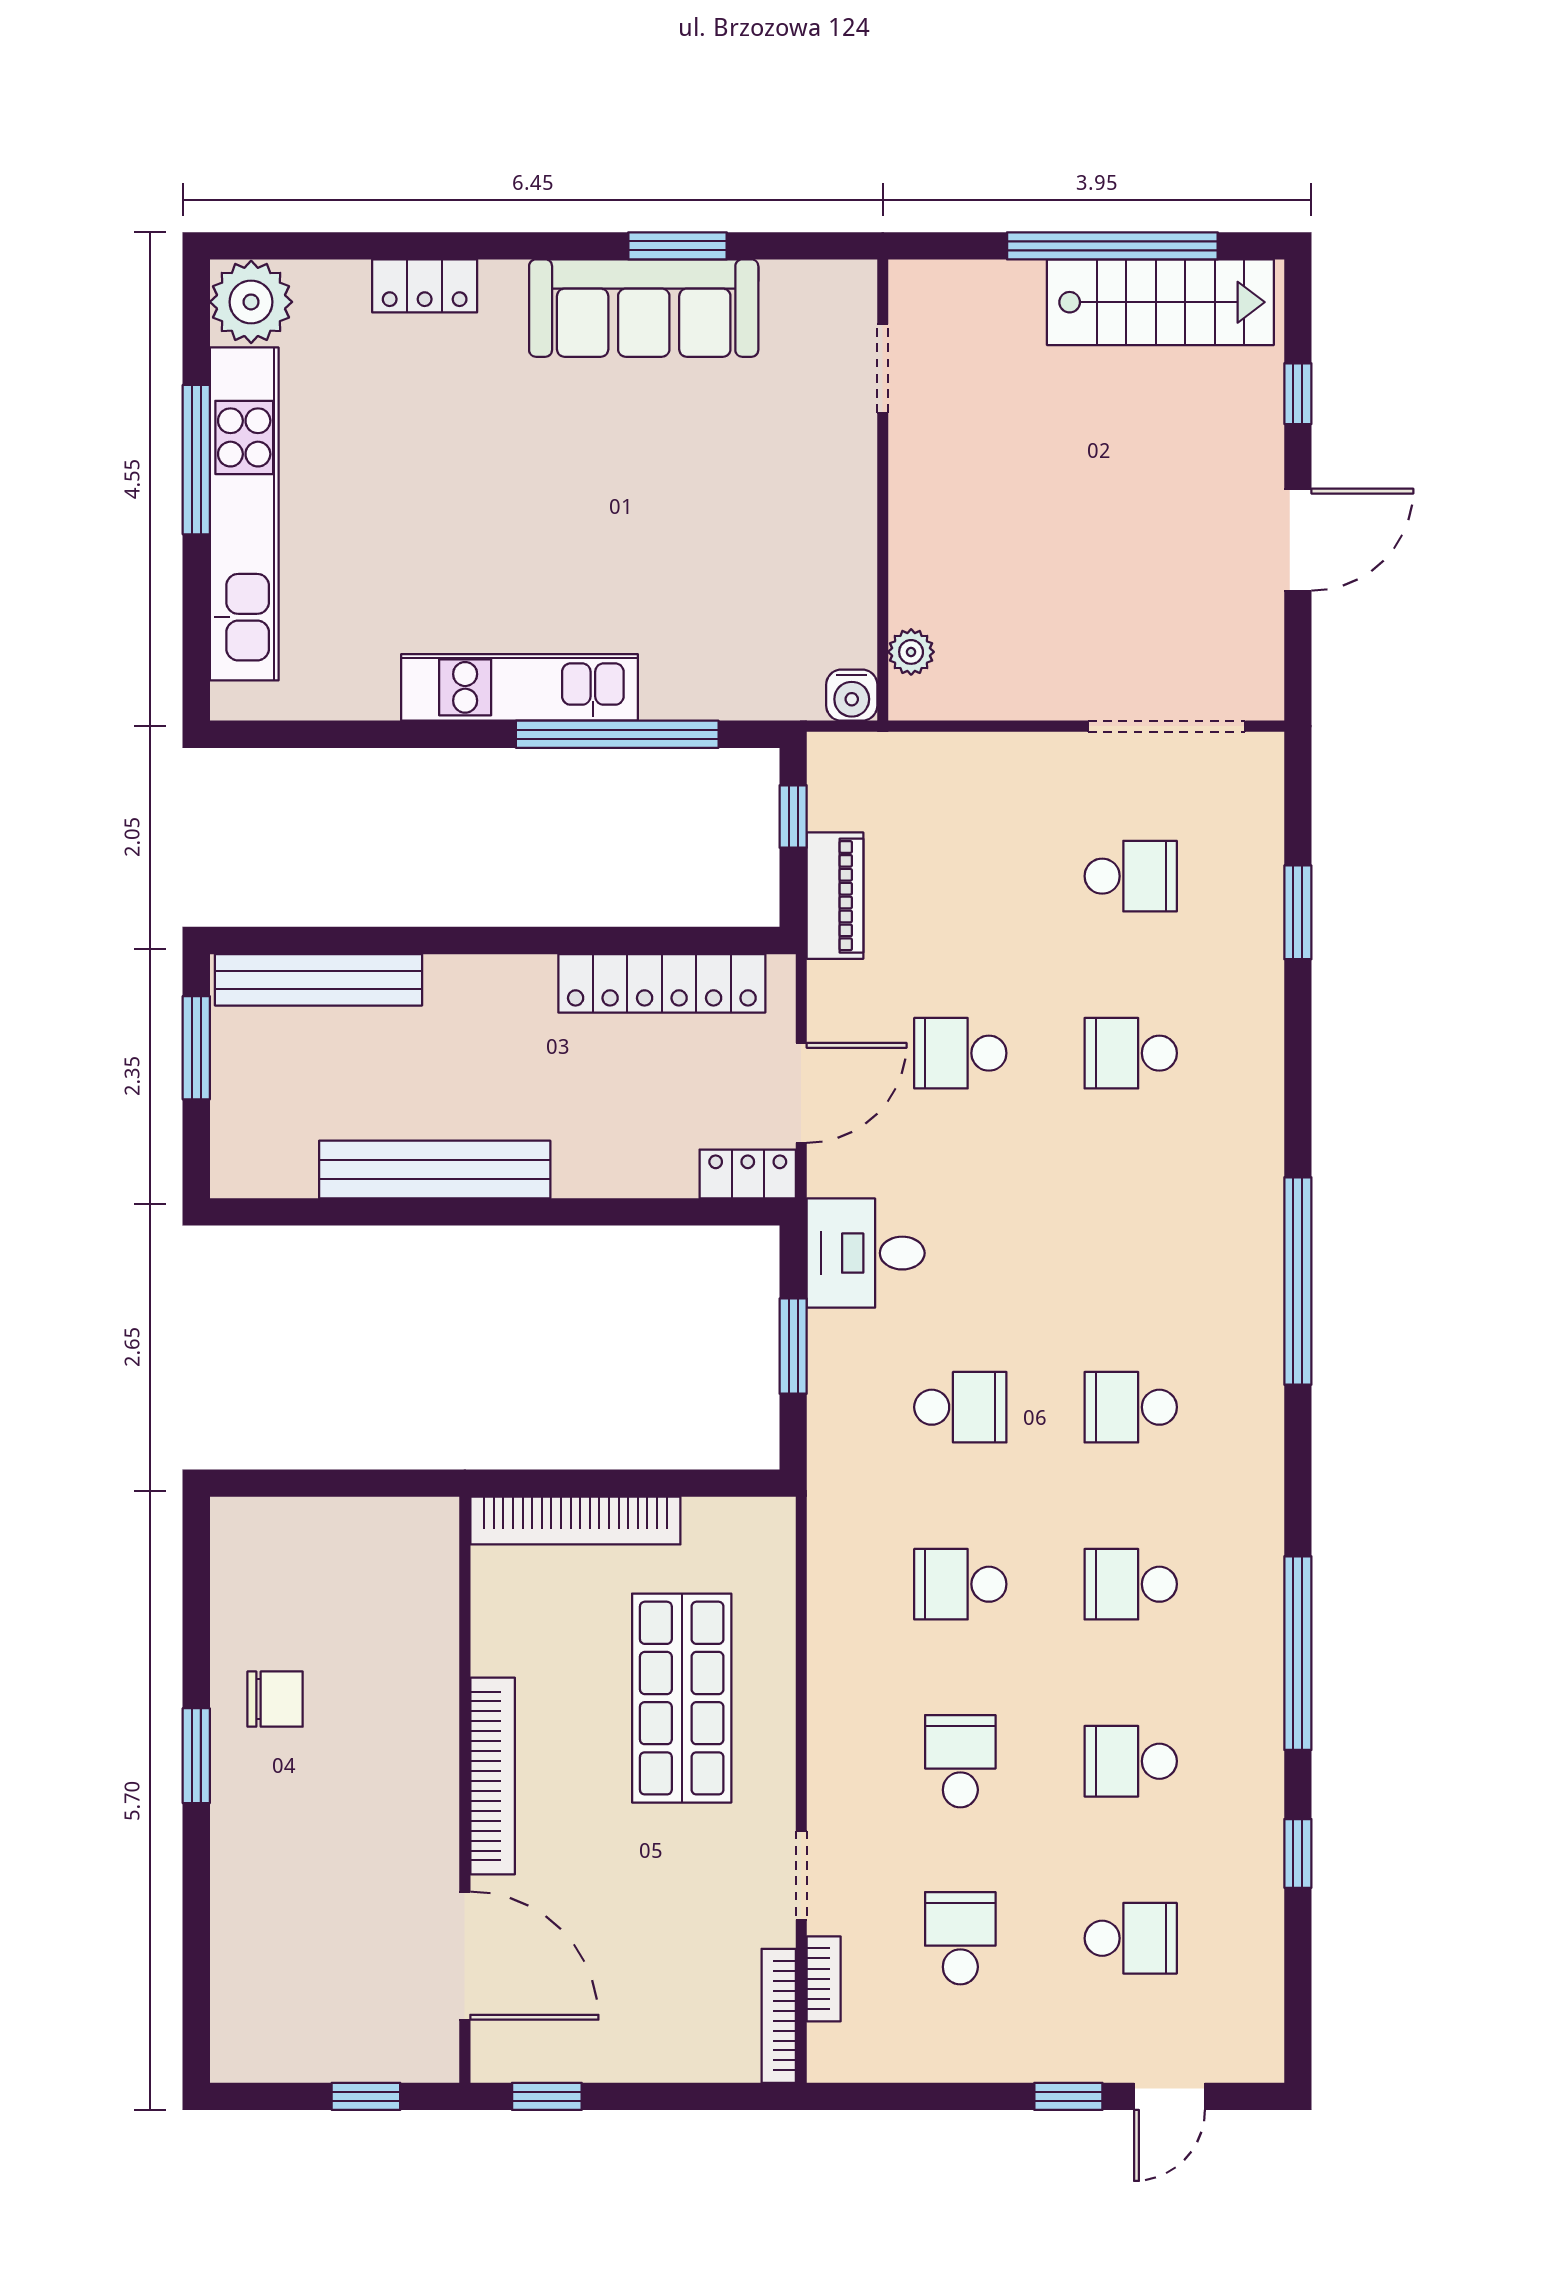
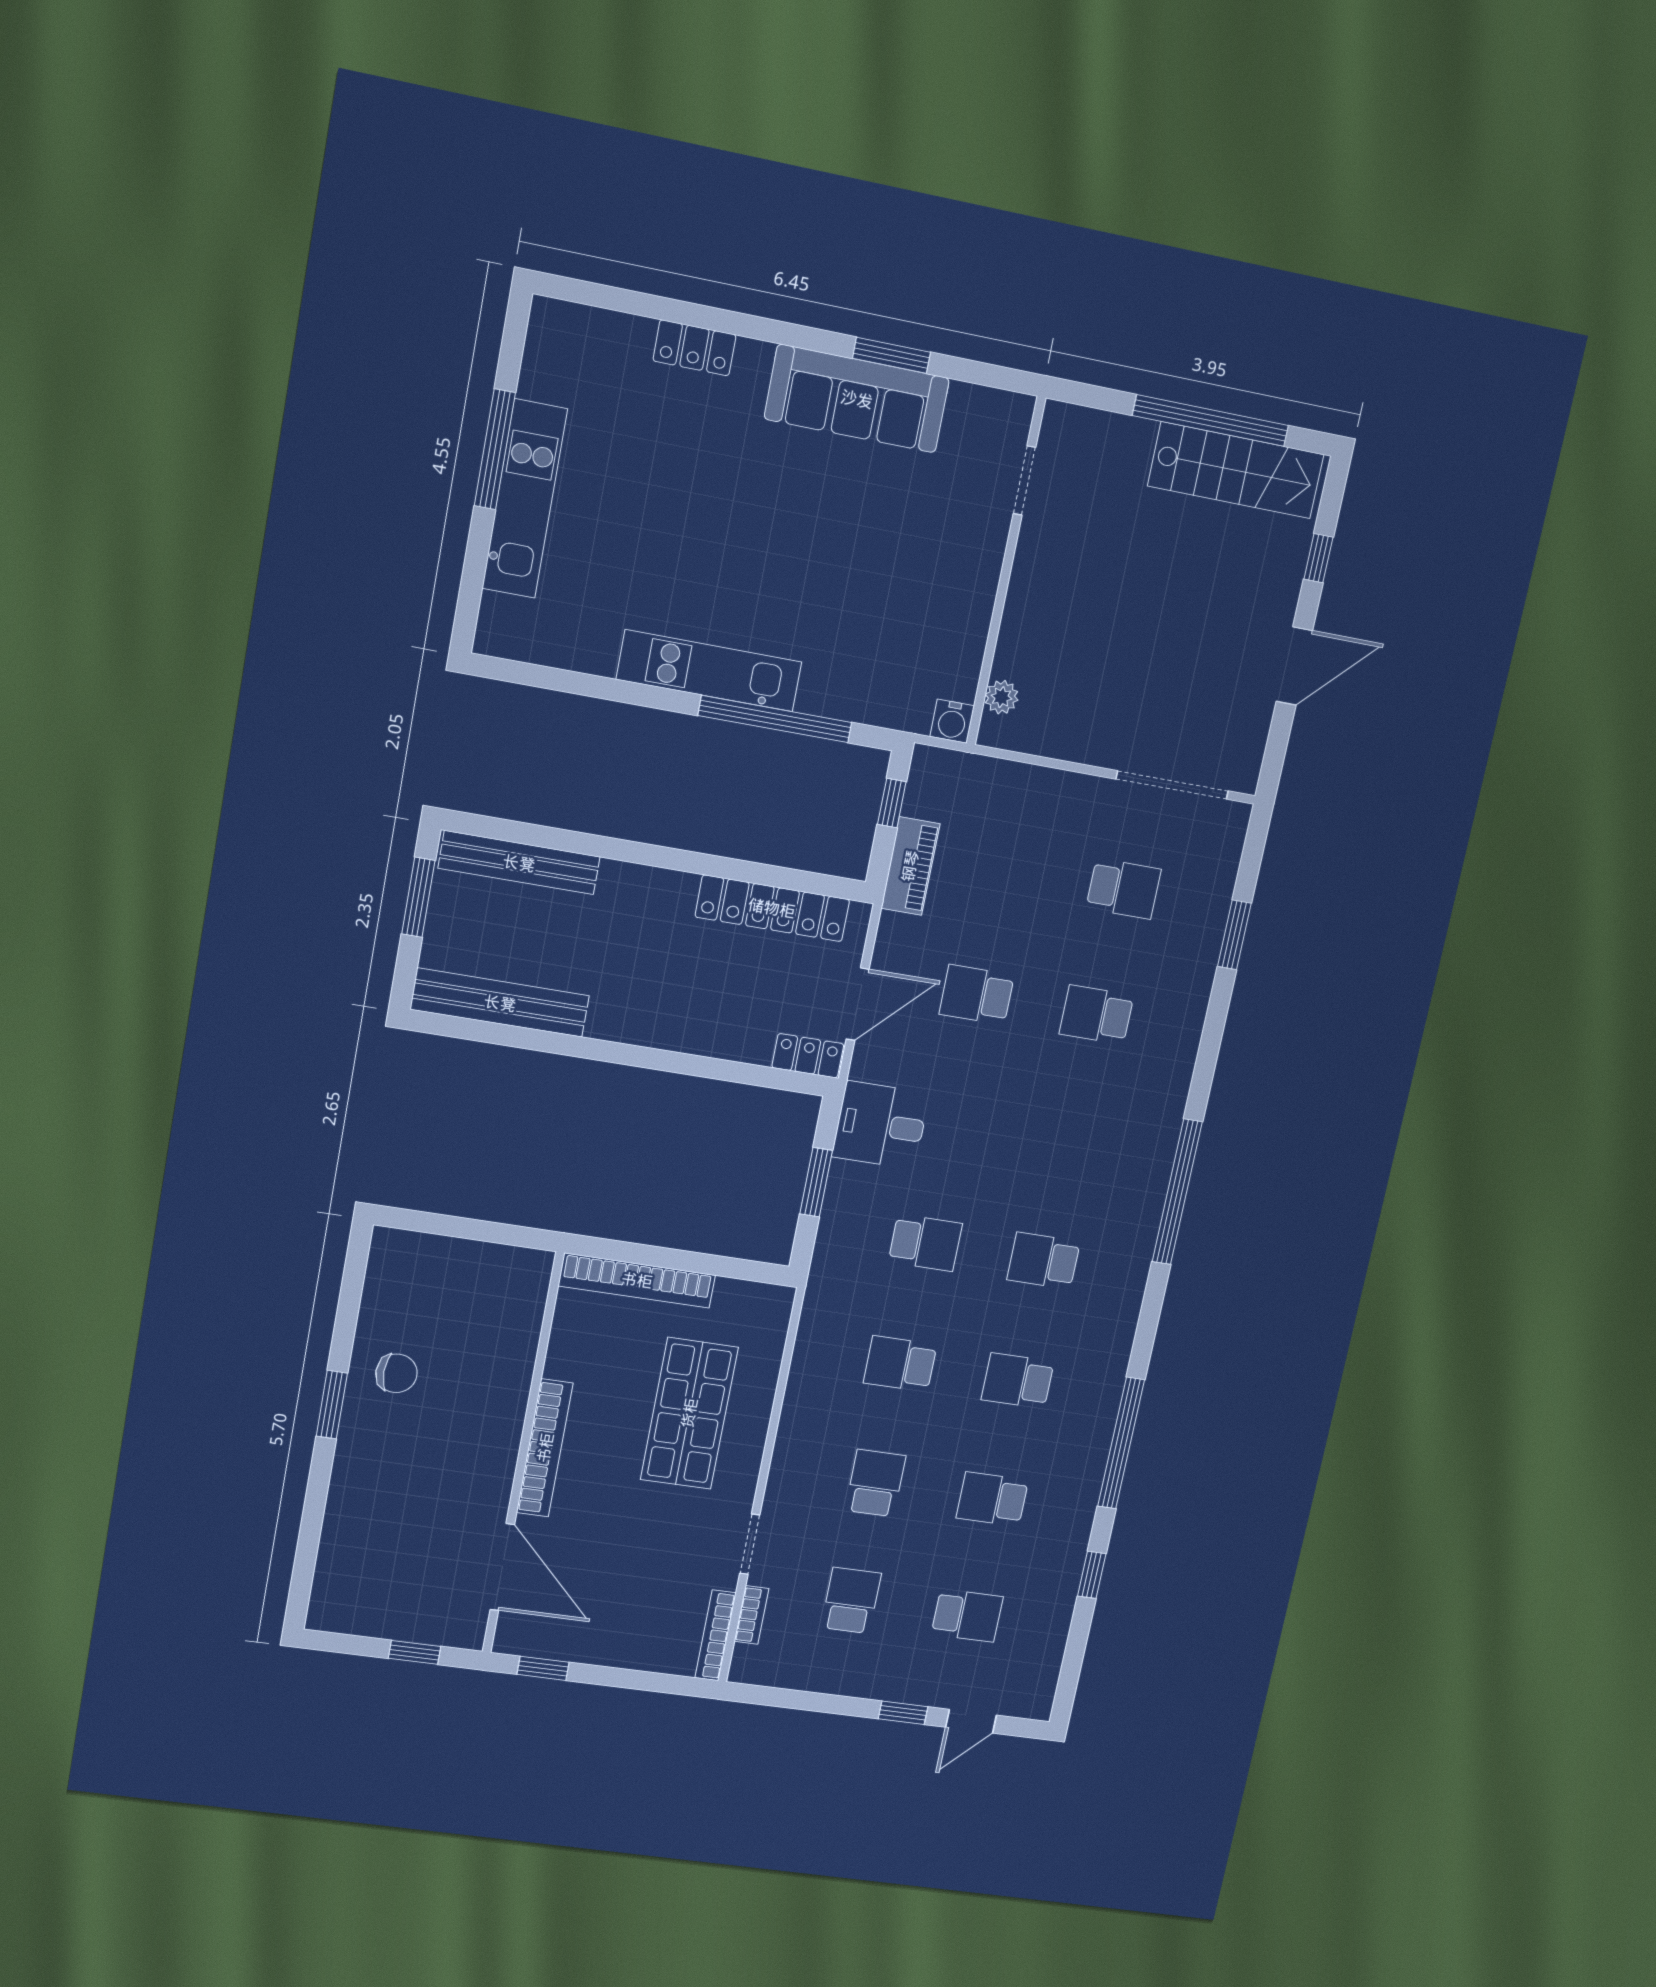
plant: (251, 302) -> (559, 333), removed
kitchen unit: (244, 514) -> (525, 499), width x0.73
bench: (435, 1169) -> (500, 1003), moved

